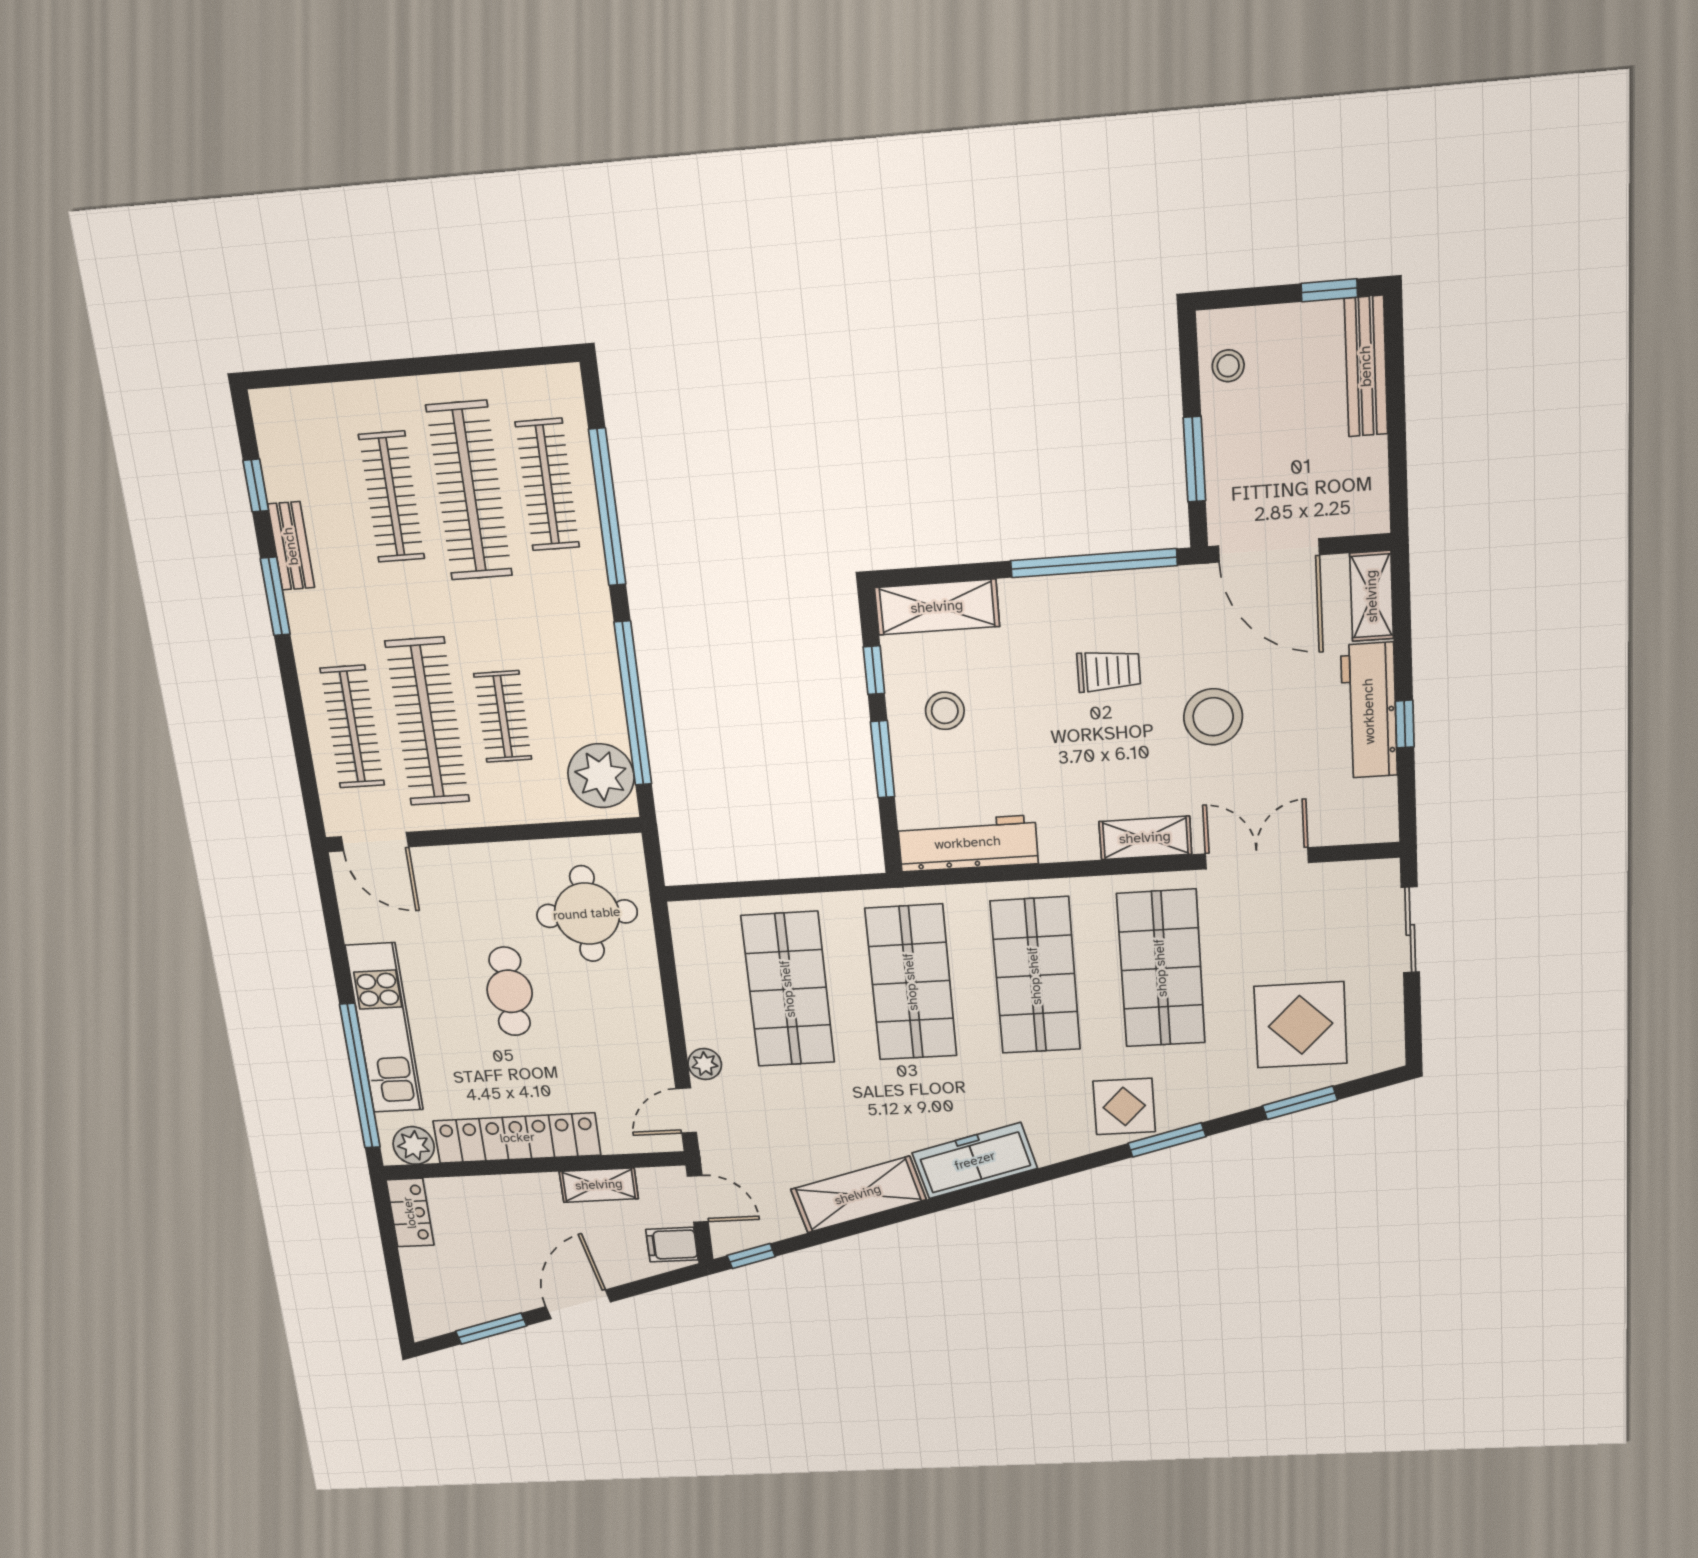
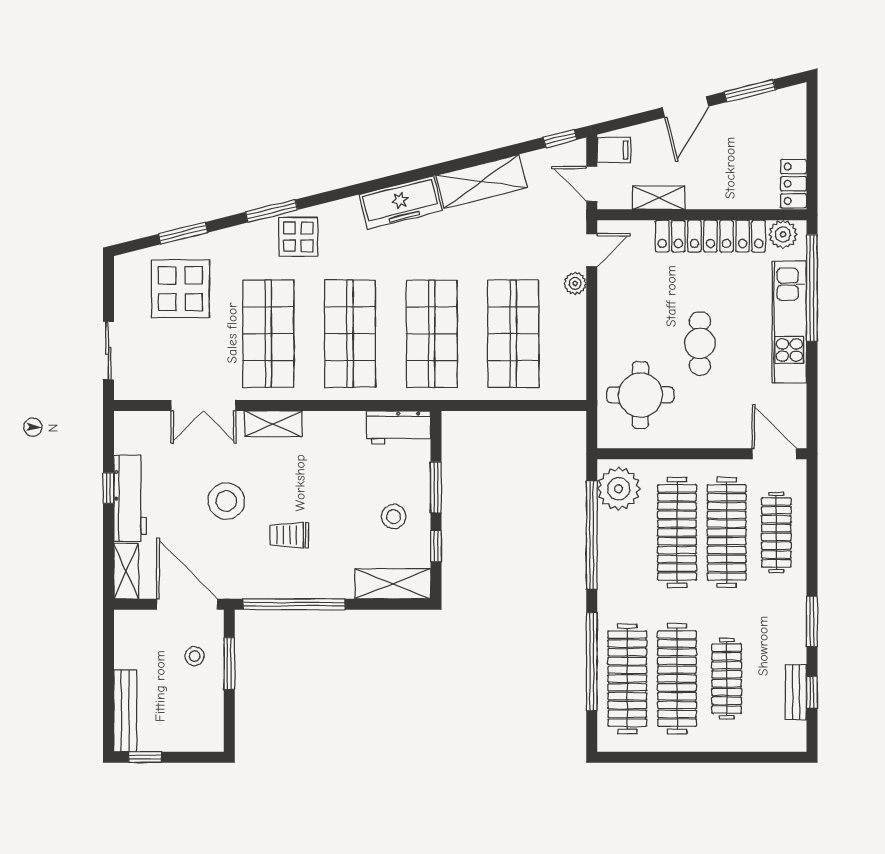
stool: (1228, 366) -> (195, 656), moved
clothes rail: (547, 485) -> (627, 679), width x1.37, depth x1.31
bench: (291, 546) -> (796, 692), moved
clothes rail: (503, 717) -> (677, 532), width x1.86, depth x1.31
workbench: (968, 843) -> (399, 427), width x0.73

